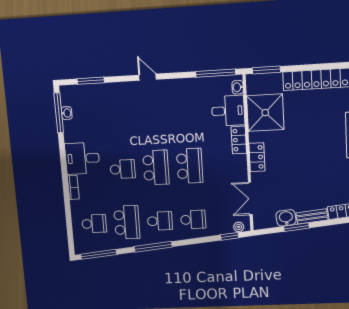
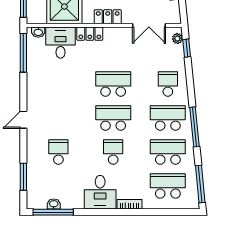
school desk: (118, 115) -> (58, 152), added
school desk: (160, 221) -> (168, 118), width x1.85
school desk: (94, 224) -> (168, 186), width x1.85

